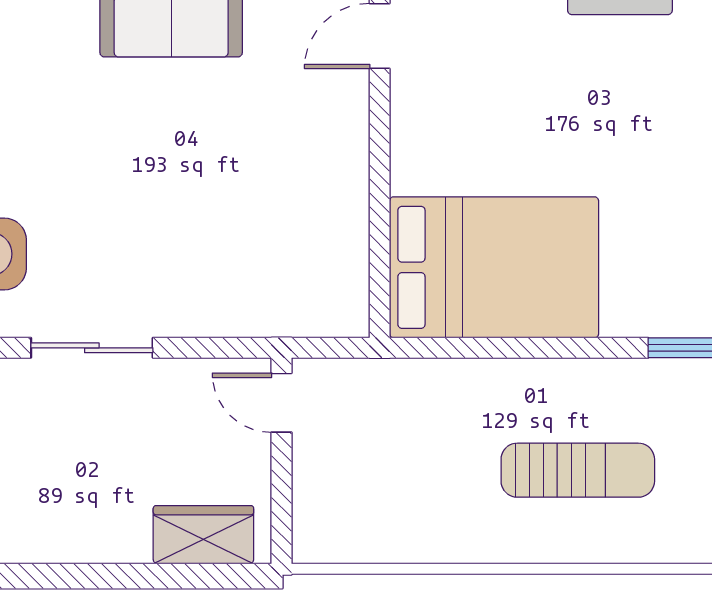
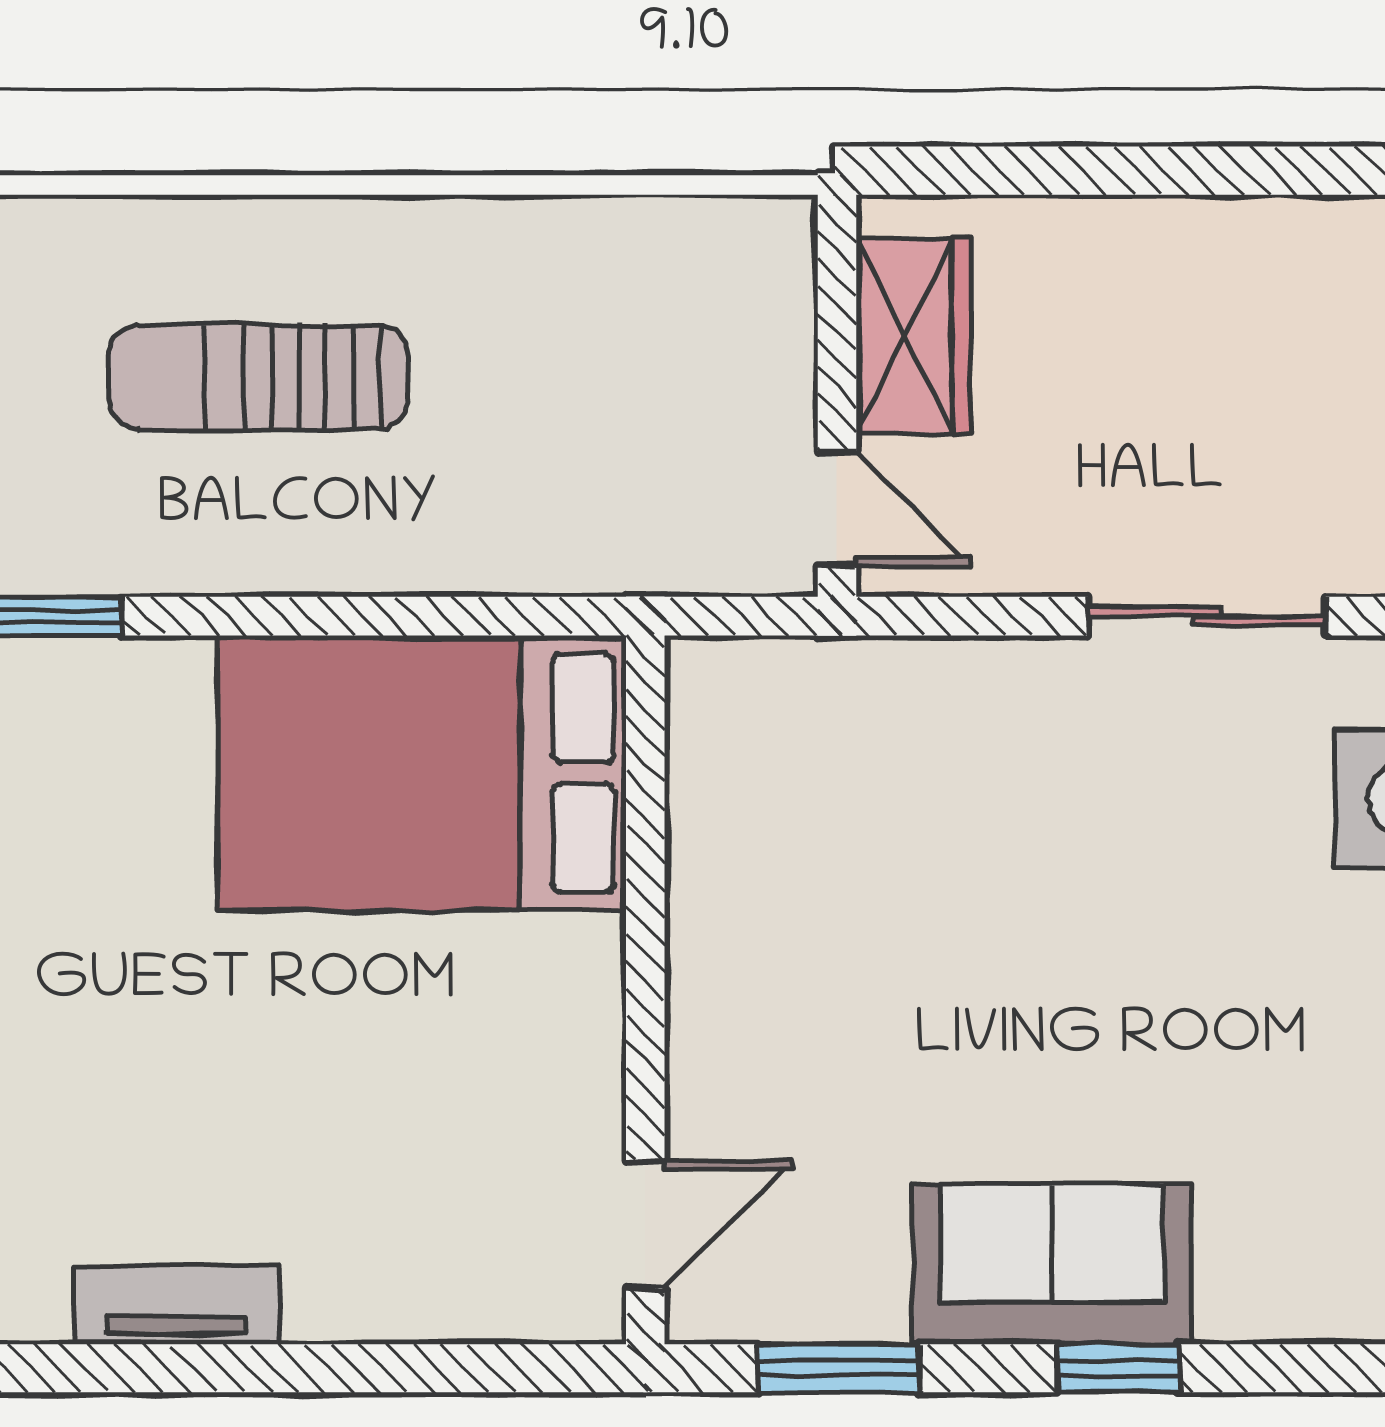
wardrobe: (203, 535) -> (913, 335), moved, turned -90

